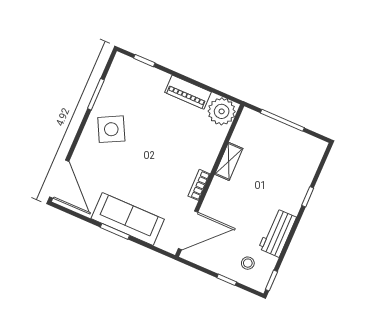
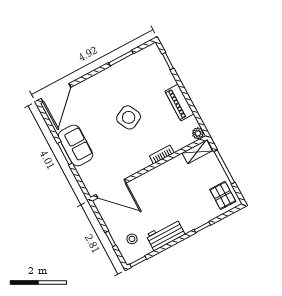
plant: (222, 111) -> (198, 133), width x0.53, depth x0.53
side table: (111, 129) -> (129, 117), moved
pallet: (303, 150) -> (223, 195), added
shelving: (229, 161) -> (197, 152), moved
bookcase: (199, 185) -> (162, 154), moved
sofa: (128, 219) -> (76, 145), width x0.73

